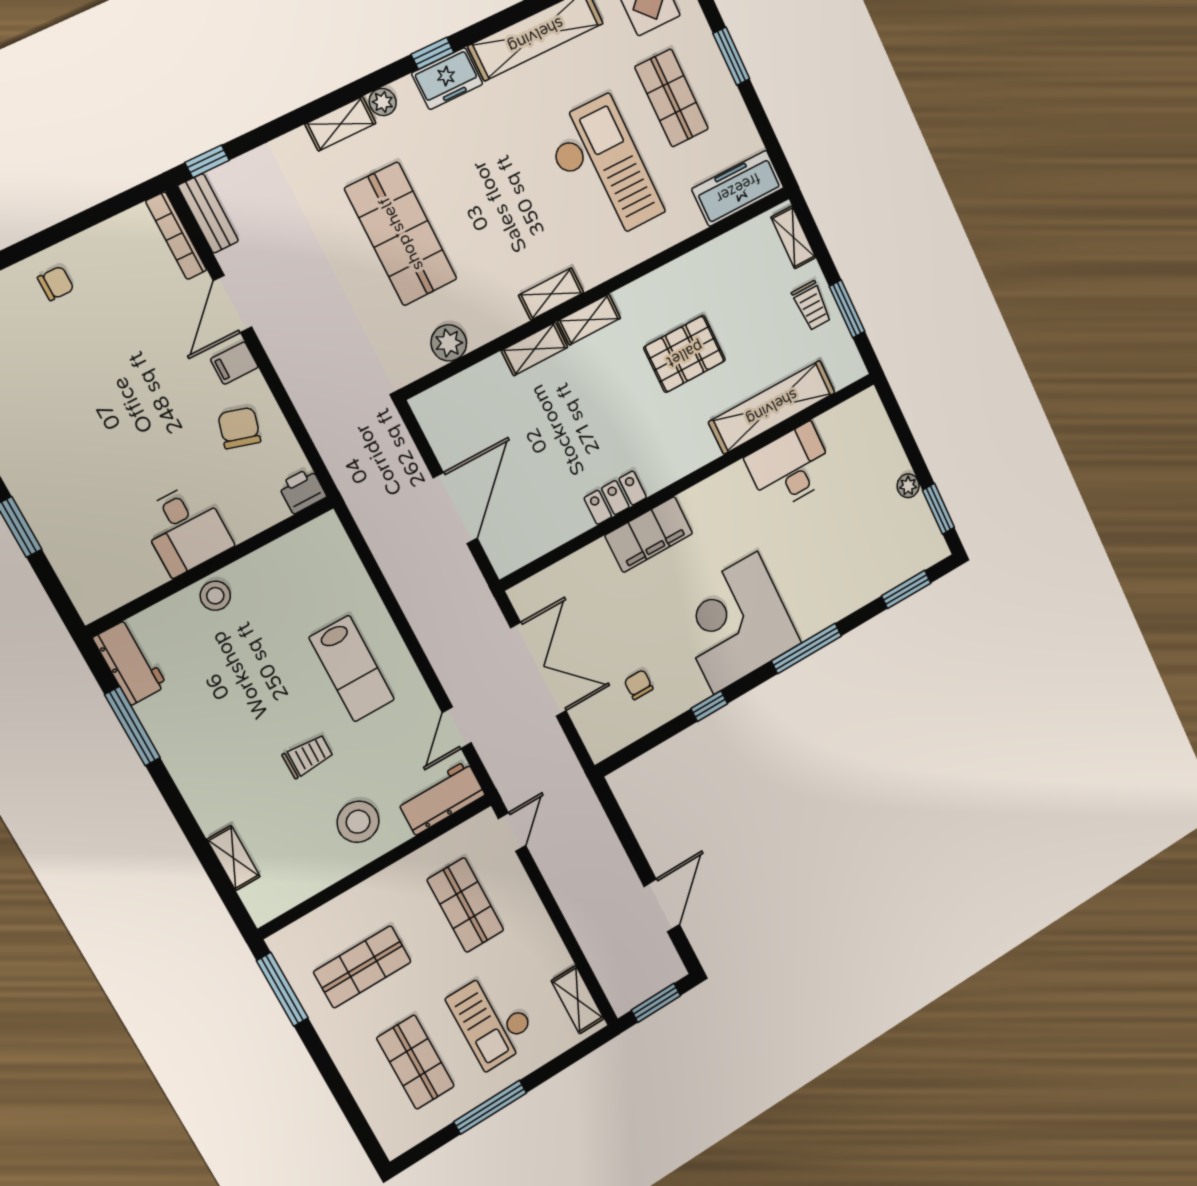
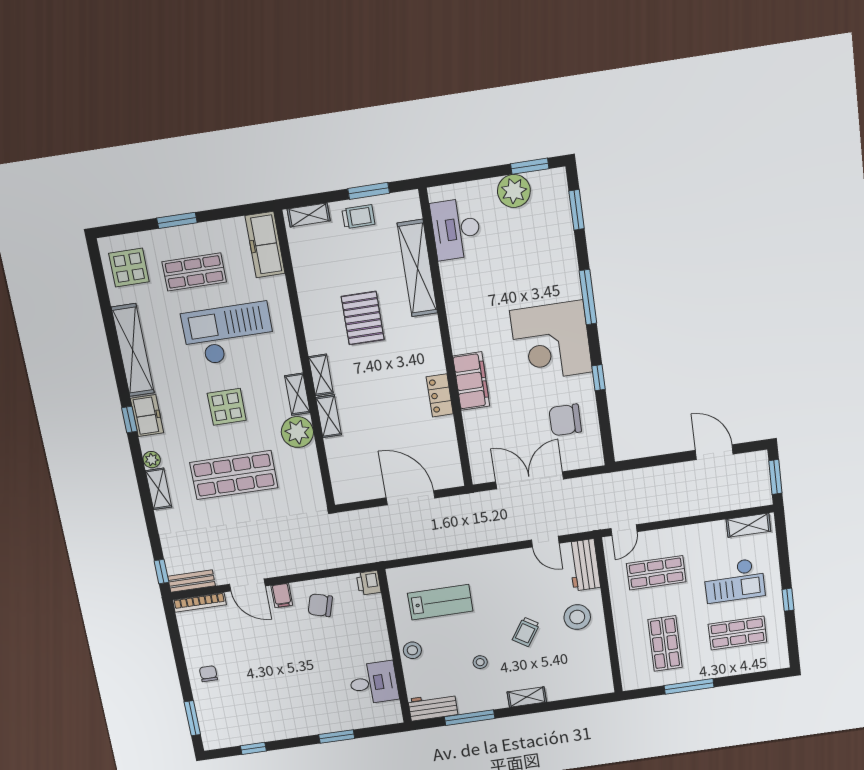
display table: (499, 195) -> (227, 407), added
plant: (449, 343) -> (297, 432), moved, width x1.36, depth x1.36
desk: (790, 467) -> (456, 229), moved
plant: (908, 486) -> (514, 191), width x1.88, depth x1.88
desk: (186, 529) -> (374, 683), moved
lab bench: (352, 669) -> (440, 602), moved
chair: (639, 685) -> (565, 420), width x1.87, depth x1.87
stool: (233, 707) -> (480, 662), added
trolley: (308, 756) -> (526, 632), turned -147
door: (512, 832) -> (624, 530), swing flipped
shelving: (233, 858) -> (527, 697), moved
window: (282, 989) -> (689, 686), moved
window: (490, 1107) -> (788, 600), width x0.46

